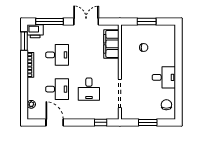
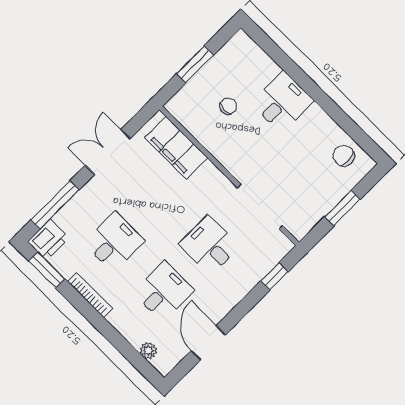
desk: (164, 77) -> (282, 102), moved
desk: (89, 89) -> (209, 245), turned 180
door: (55, 122) -> (208, 343), hinge flipped

